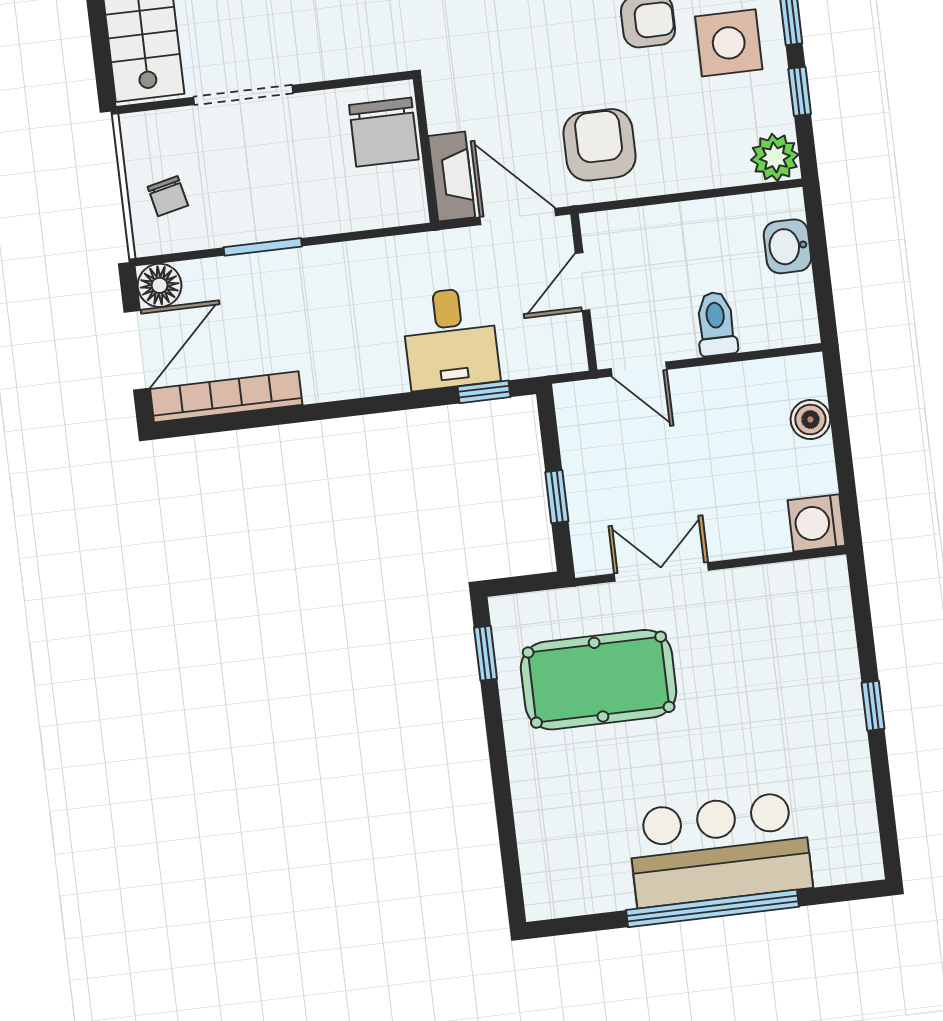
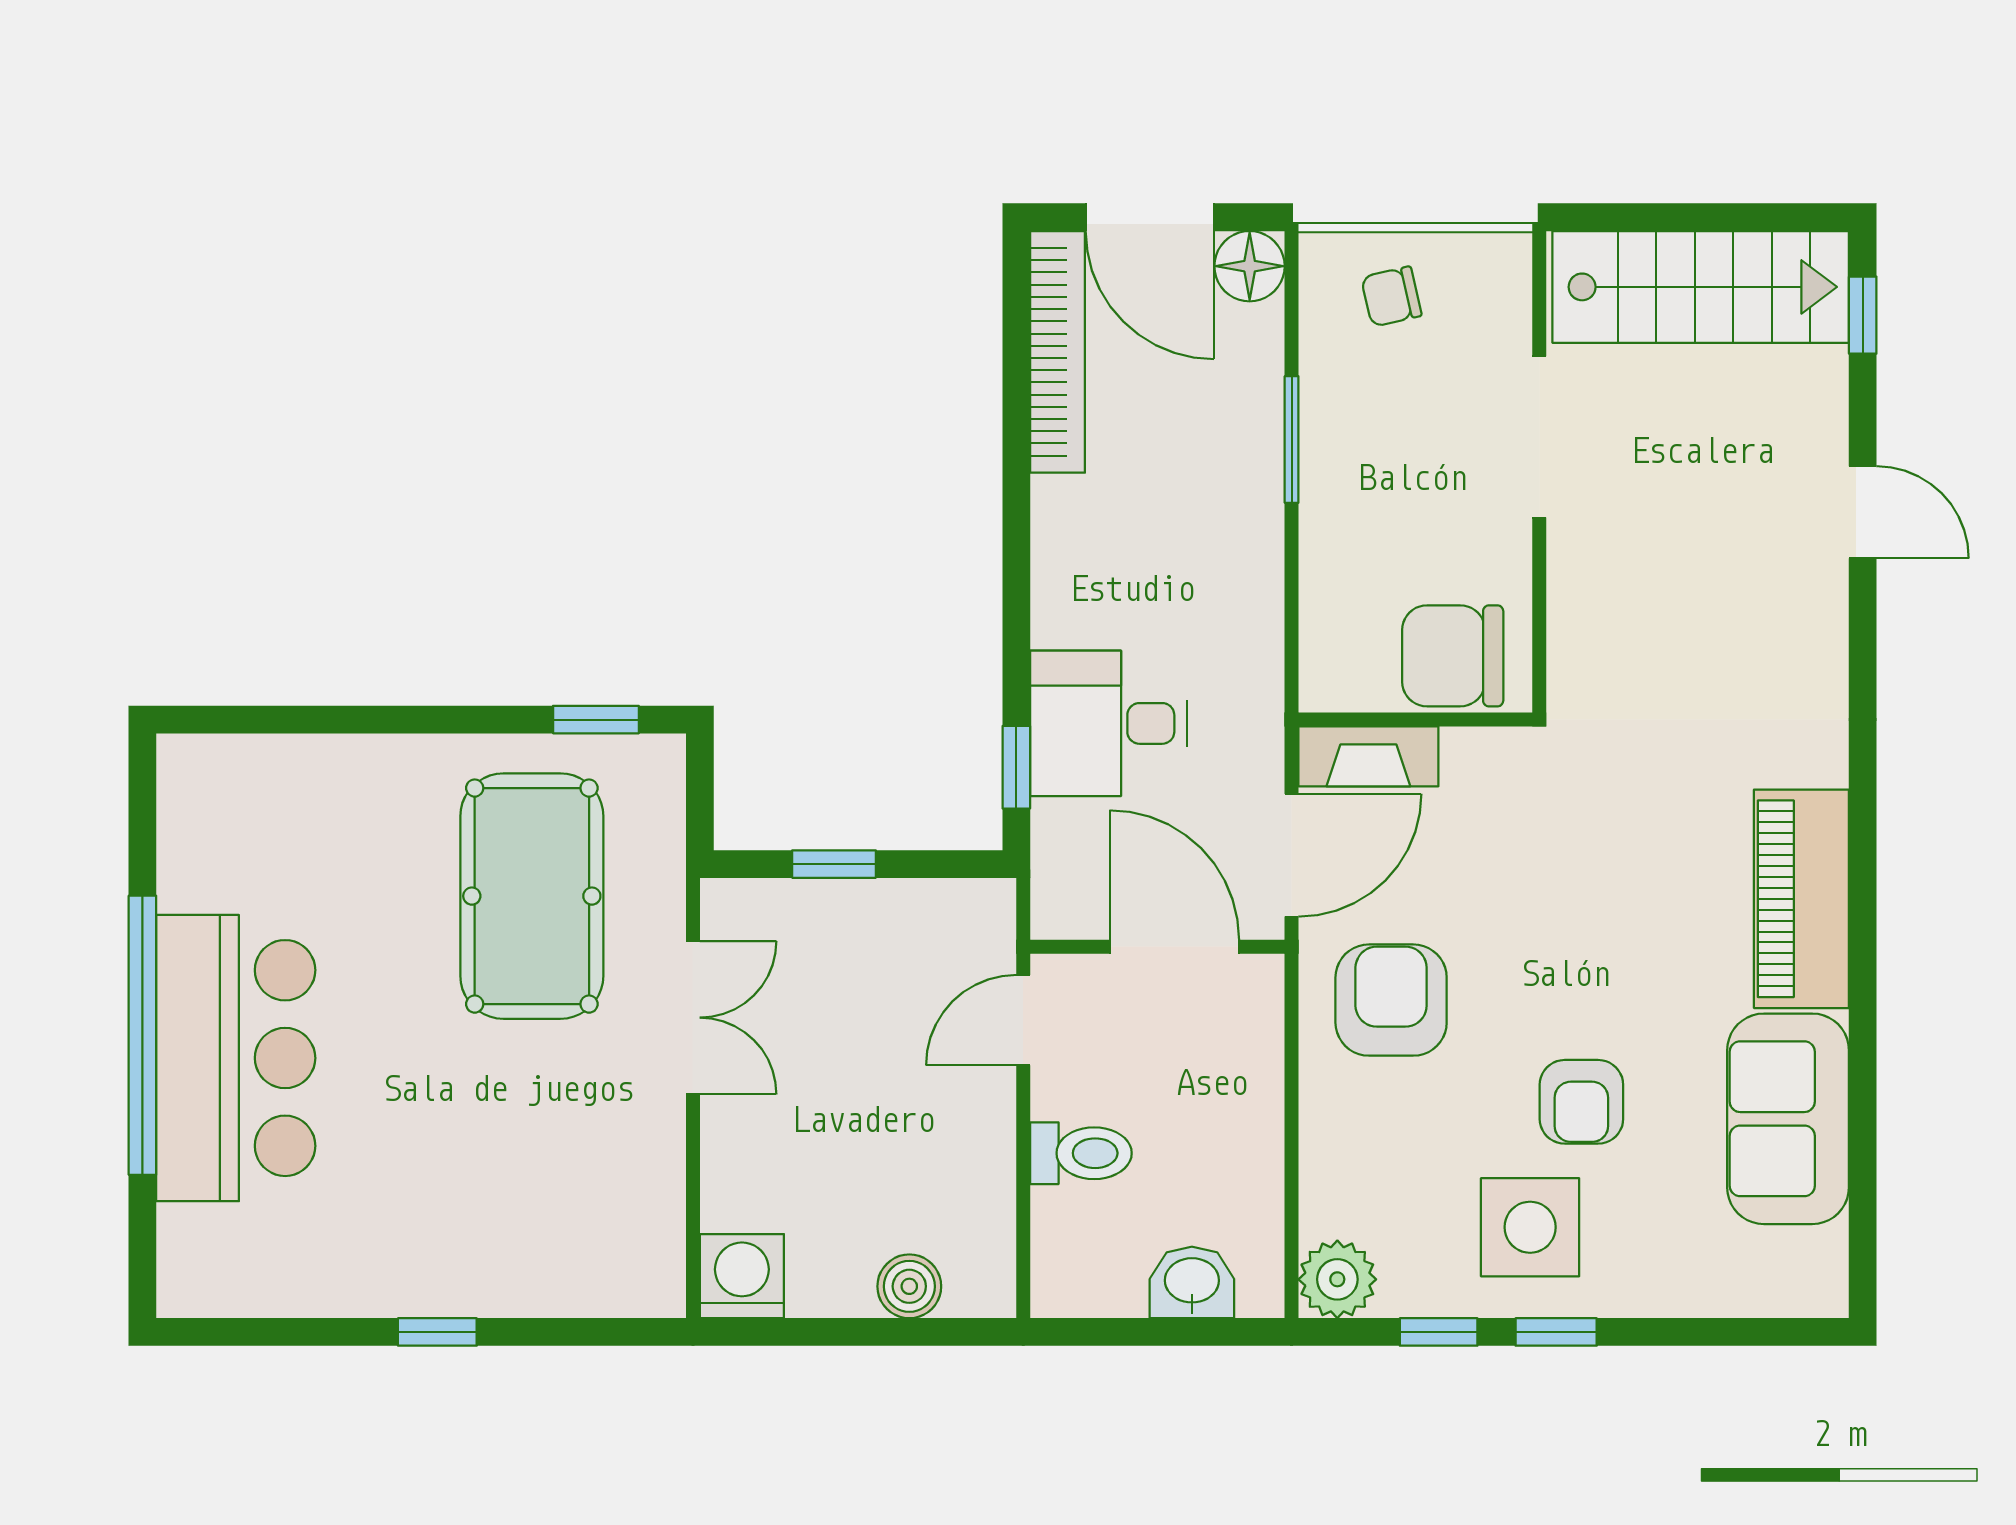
armchair: (599, 145) -> (1391, 1000), turned -90
door: (583, 282) -> (1174, 947), width x1.38

